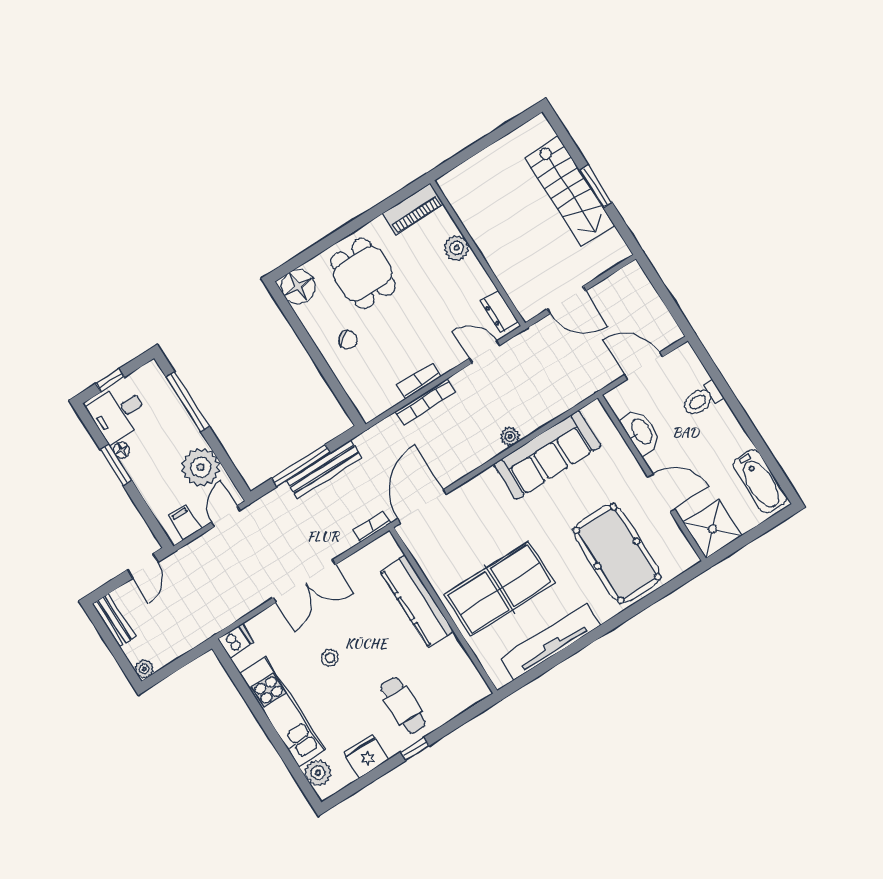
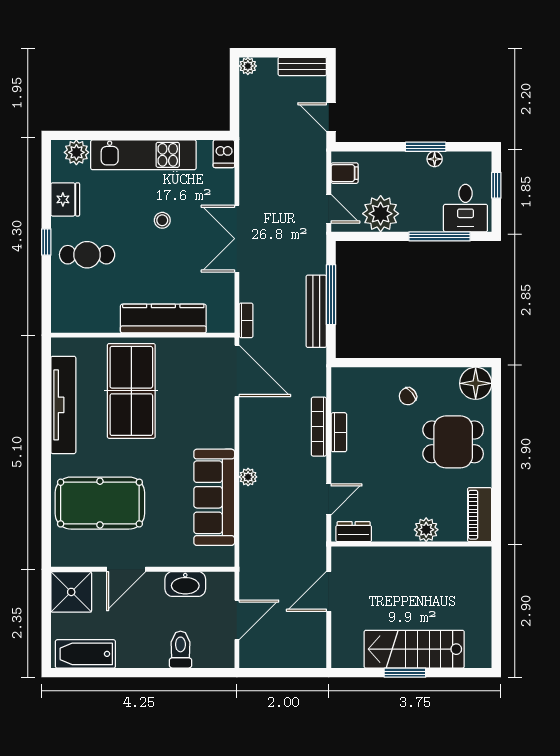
desk: (118, 413) -> (465, 208), moved, turned 180

